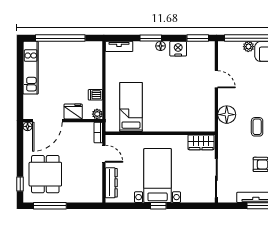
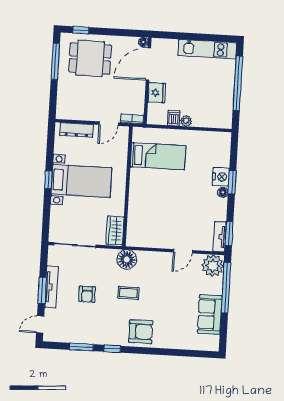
tv unit: (119, 46) -> (220, 237), moved
plant: (248, 47) -> (213, 266), moved, width x1.87, depth x1.87
nightstand: (178, 49) -> (221, 177), moved
plant: (97, 114) -> (186, 121), moved
floor lamp: (227, 115) -> (127, 259), moved
door: (47, 121) -> (148, 64), hinge flipped

